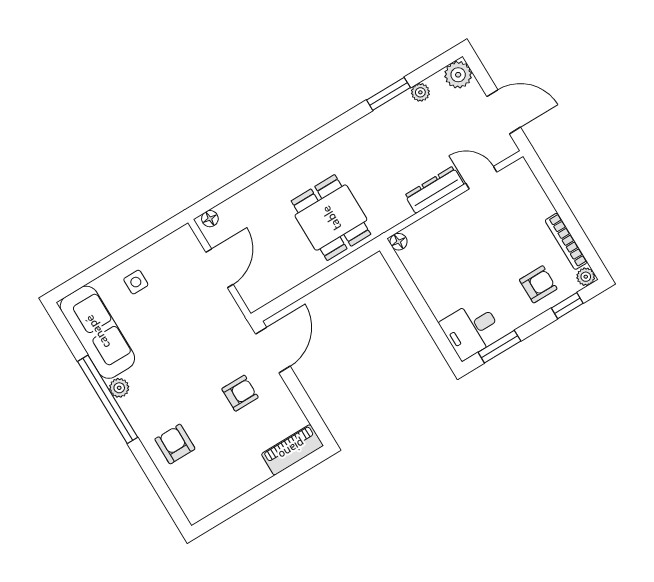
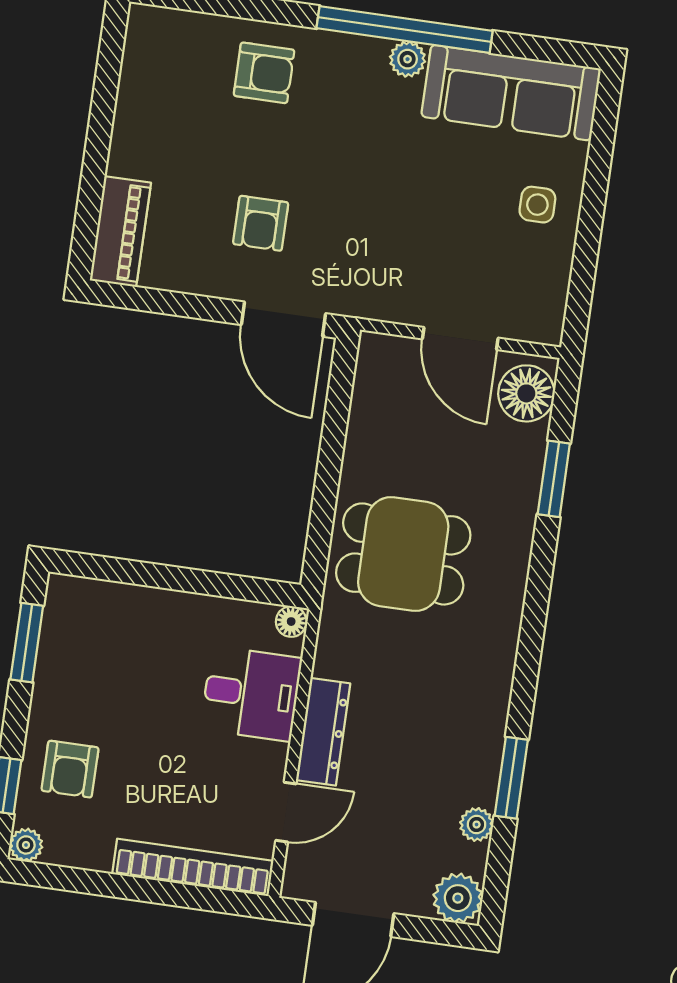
window: (247, 180) -> (554, 479), added
floor lamp: (210, 219) -> (526, 393), width x1.89, depth x1.89
bookcase: (566, 241) -> (193, 867), moved, width x1.48, depth x1.31
desk: (471, 329) -> (251, 694), moved, turned 90

